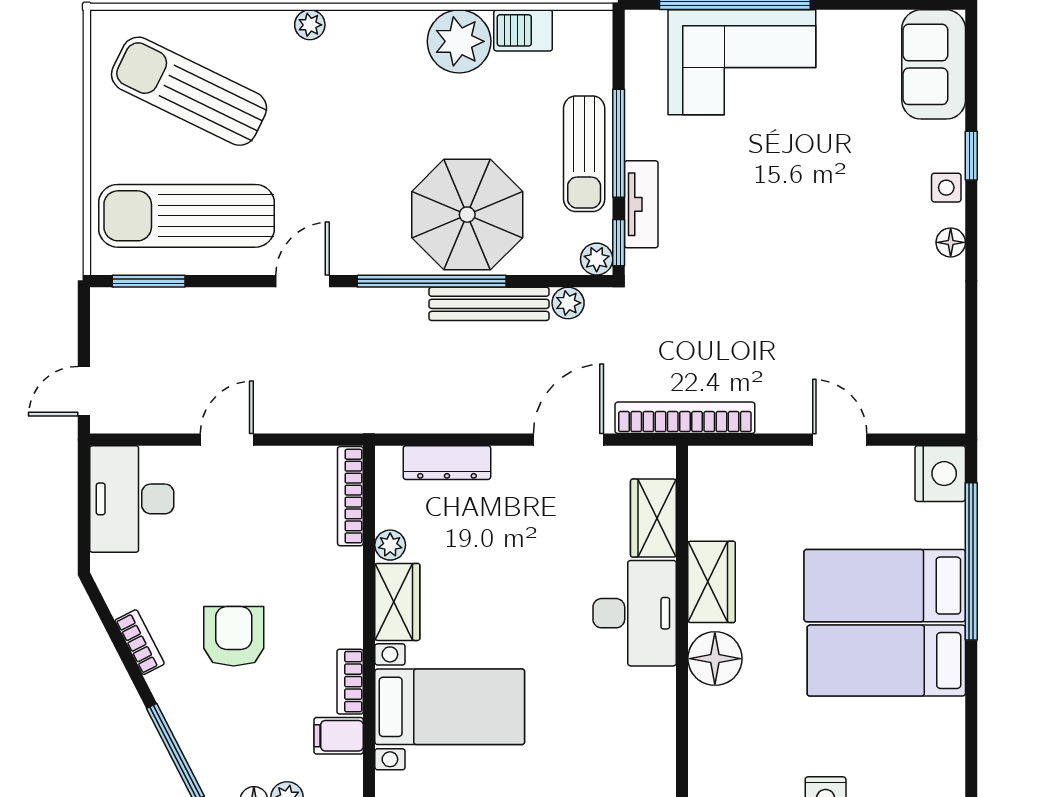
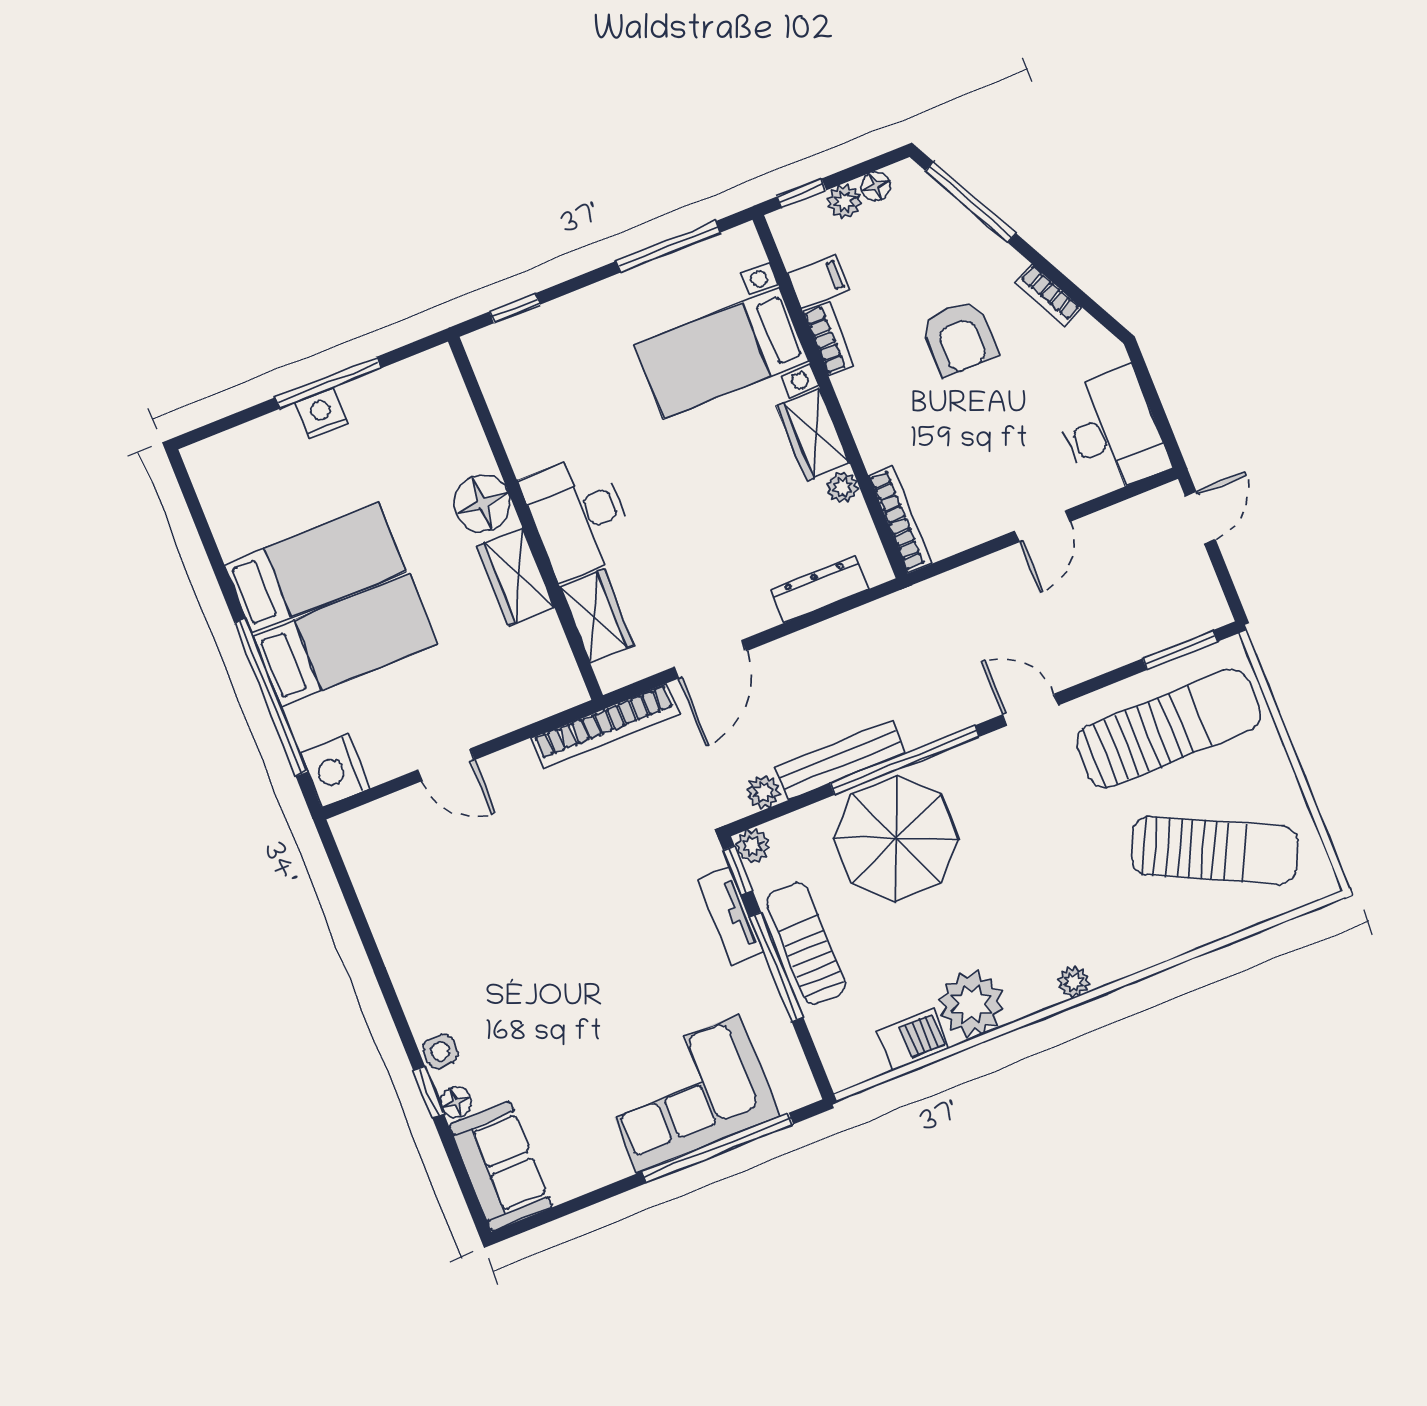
plant: (310, 25) -> (1074, 982), moved
floor lamp: (951, 242) -> (456, 1102), moved
door: (302, 281) -> (1030, 710), swing flipped

